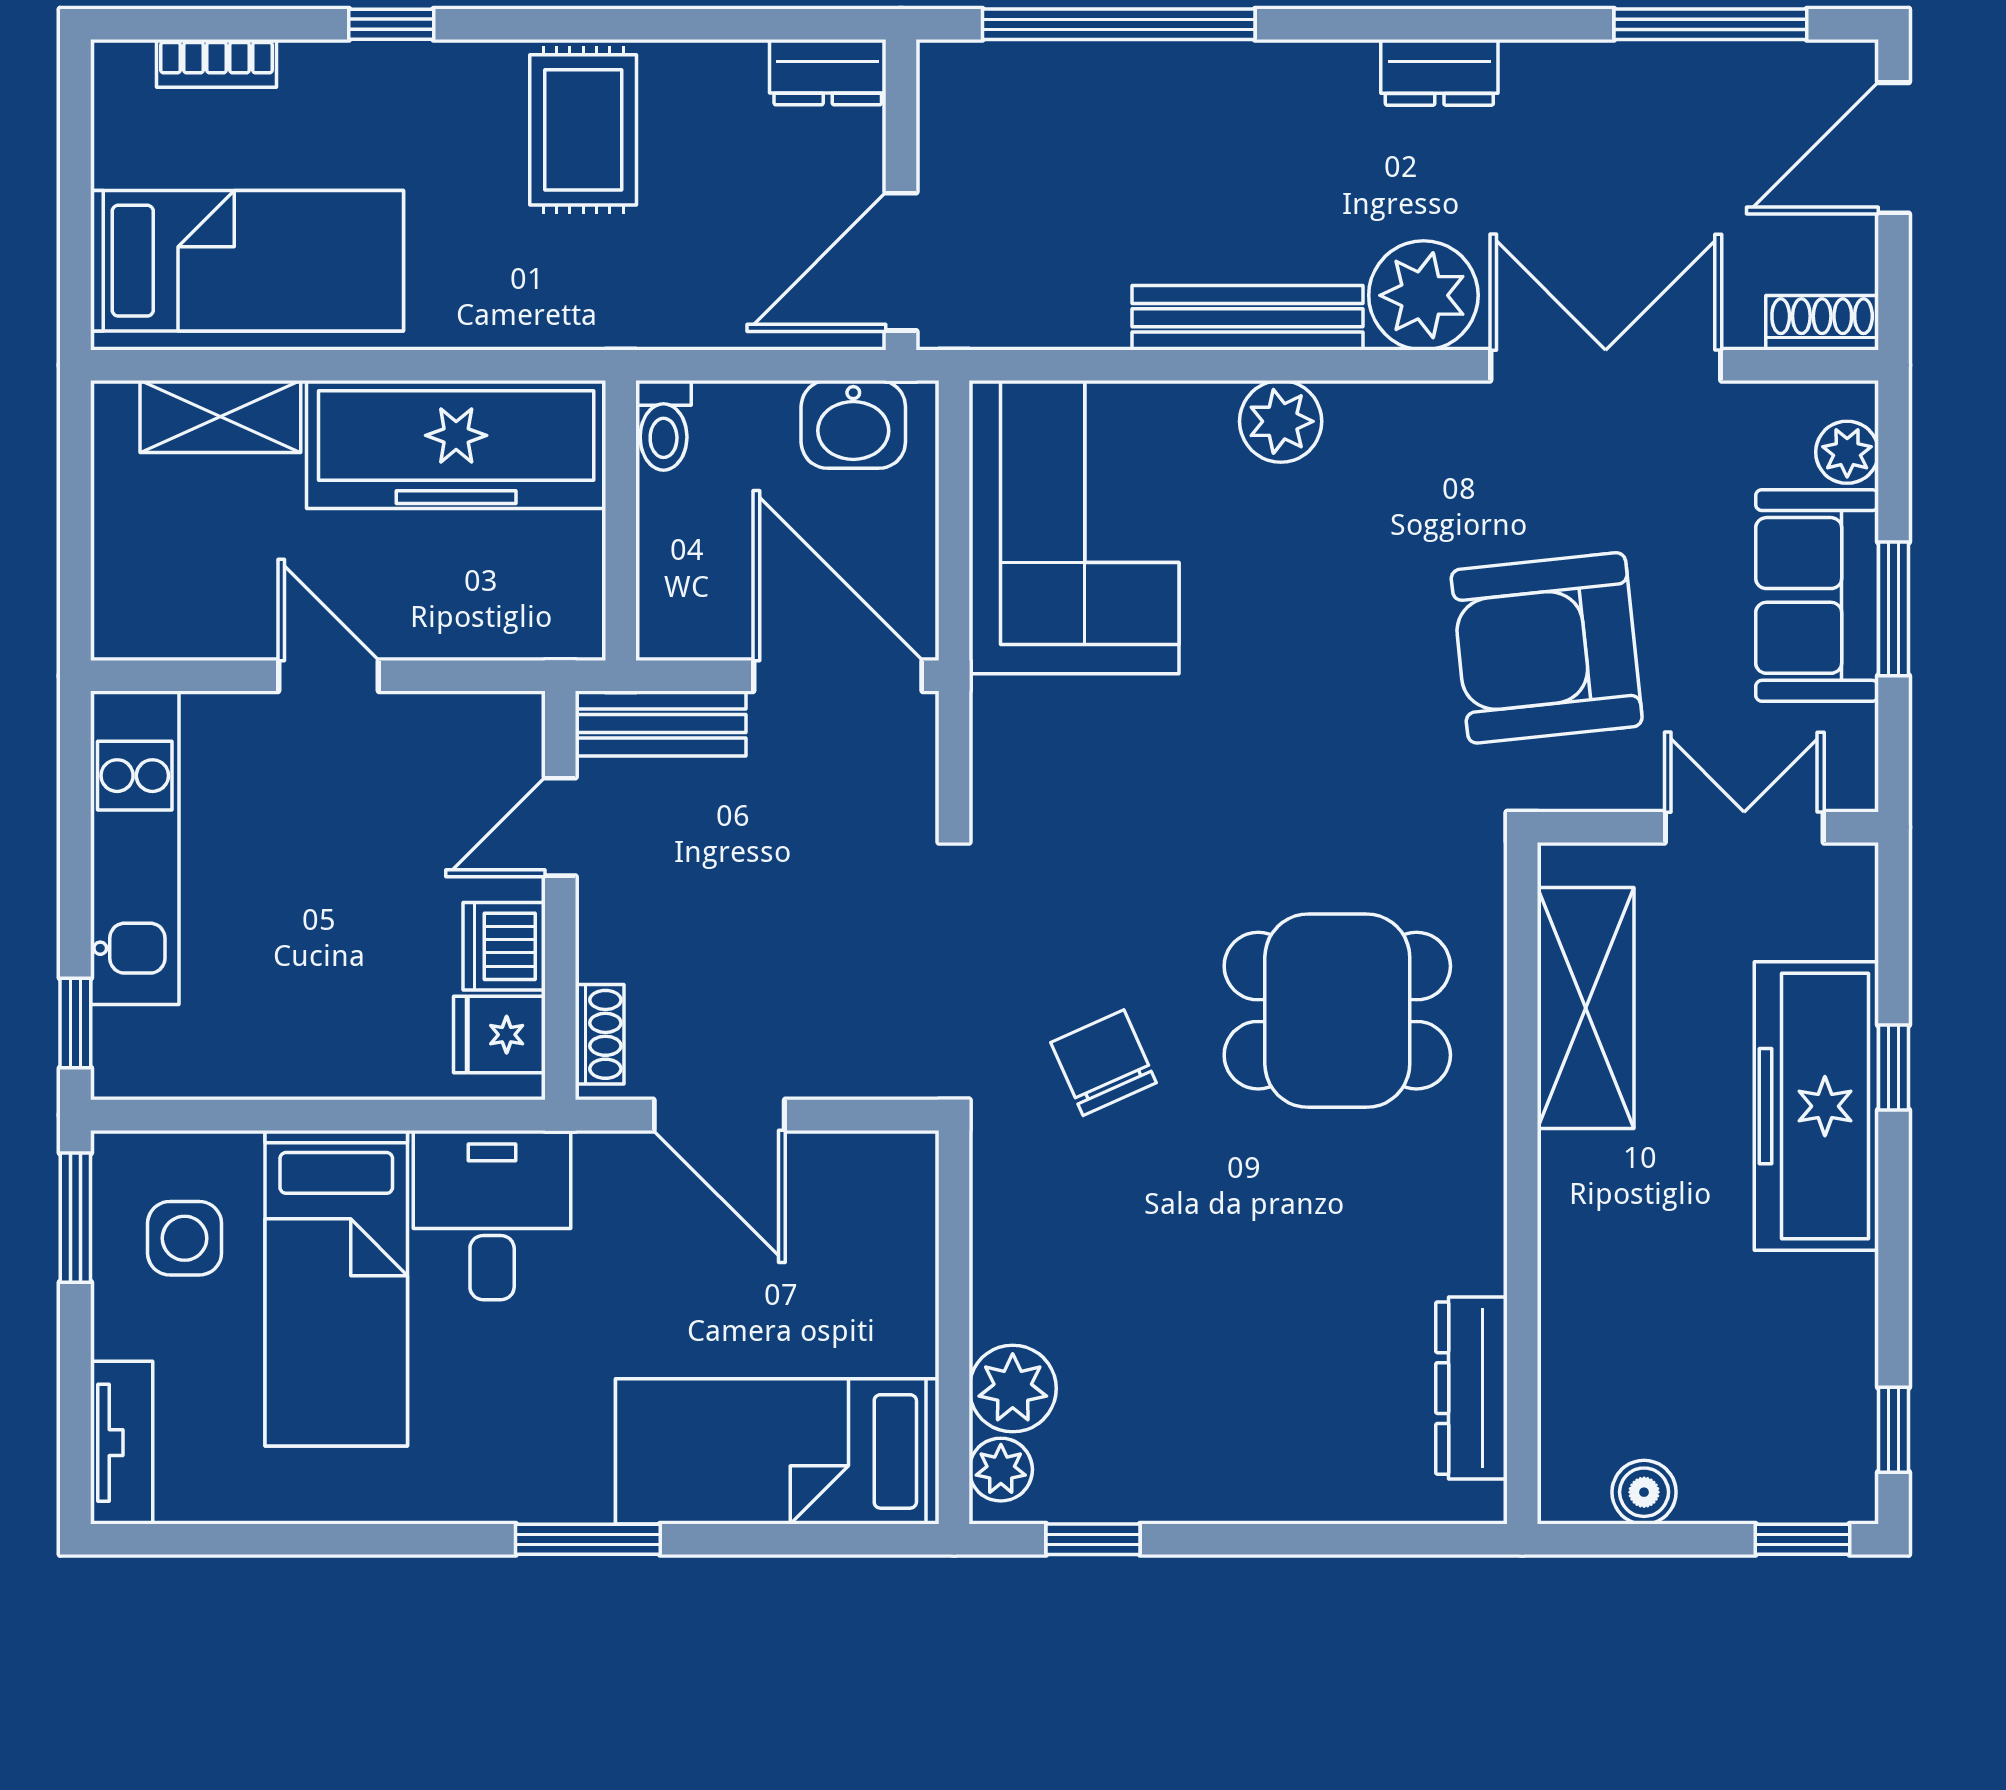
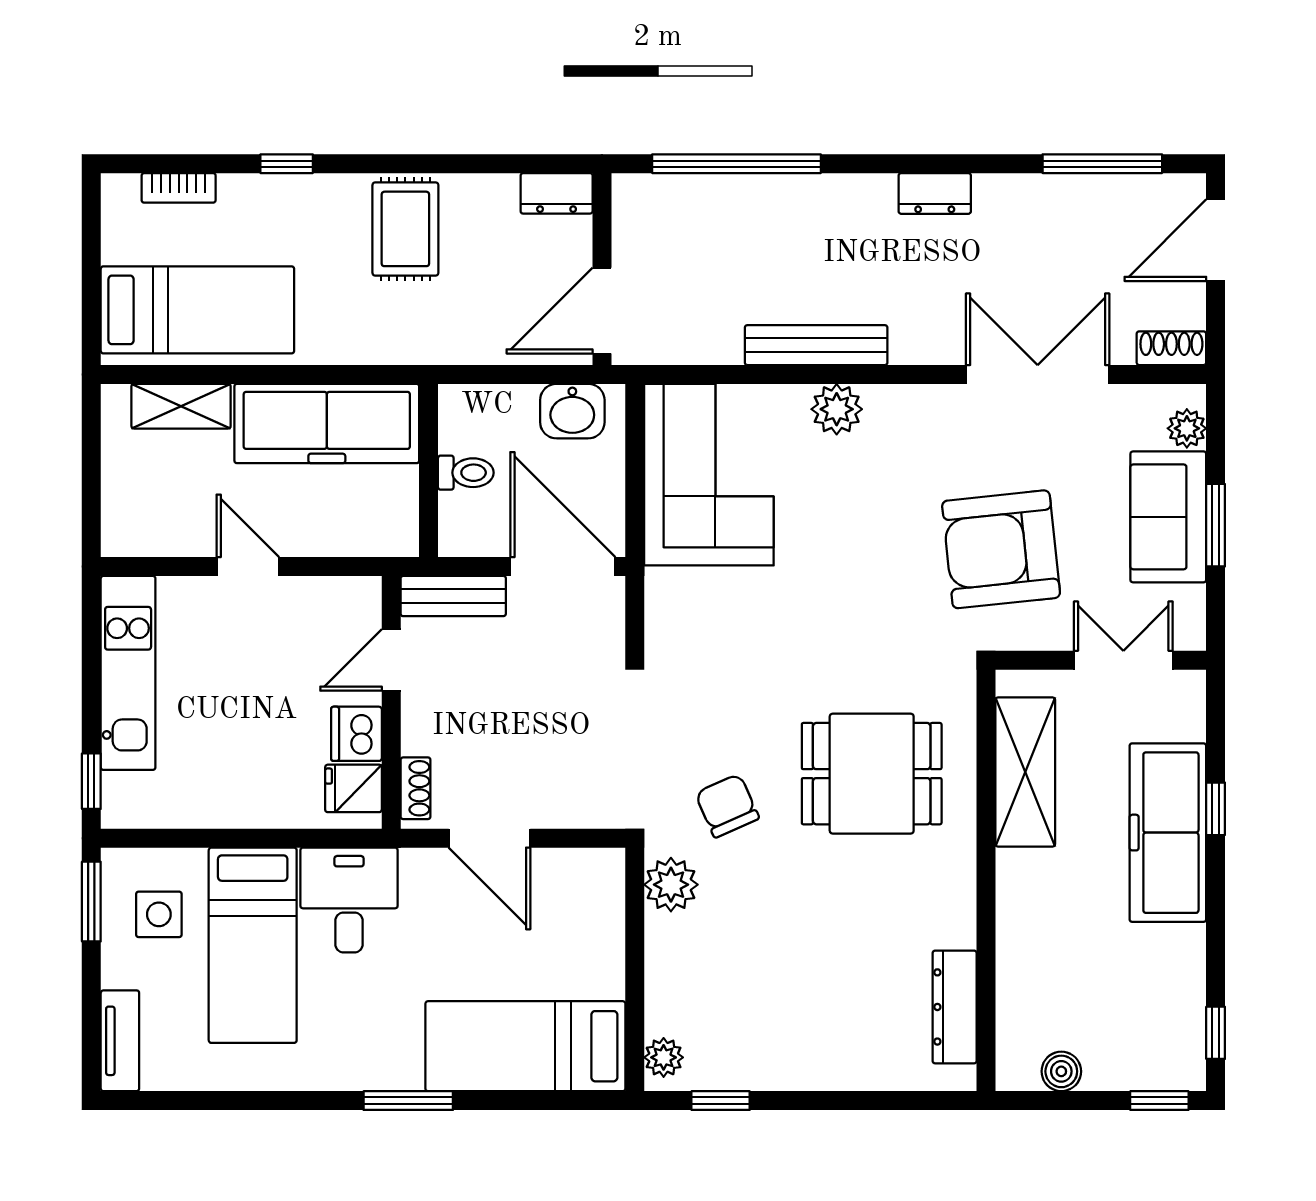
plant: (1423, 295) -> (925, 331), removed
toilet: (664, 425) -> (466, 473), moved, turned -90
plant: (1013, 1389) -> (671, 885), moved

